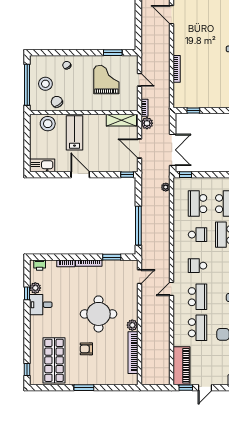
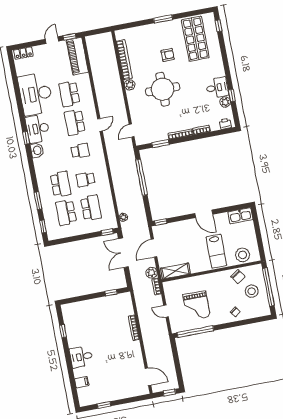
window: (113, 53) -> (195, 332), width x2.11
door: (139, 149) -> (154, 248), swing flipped

